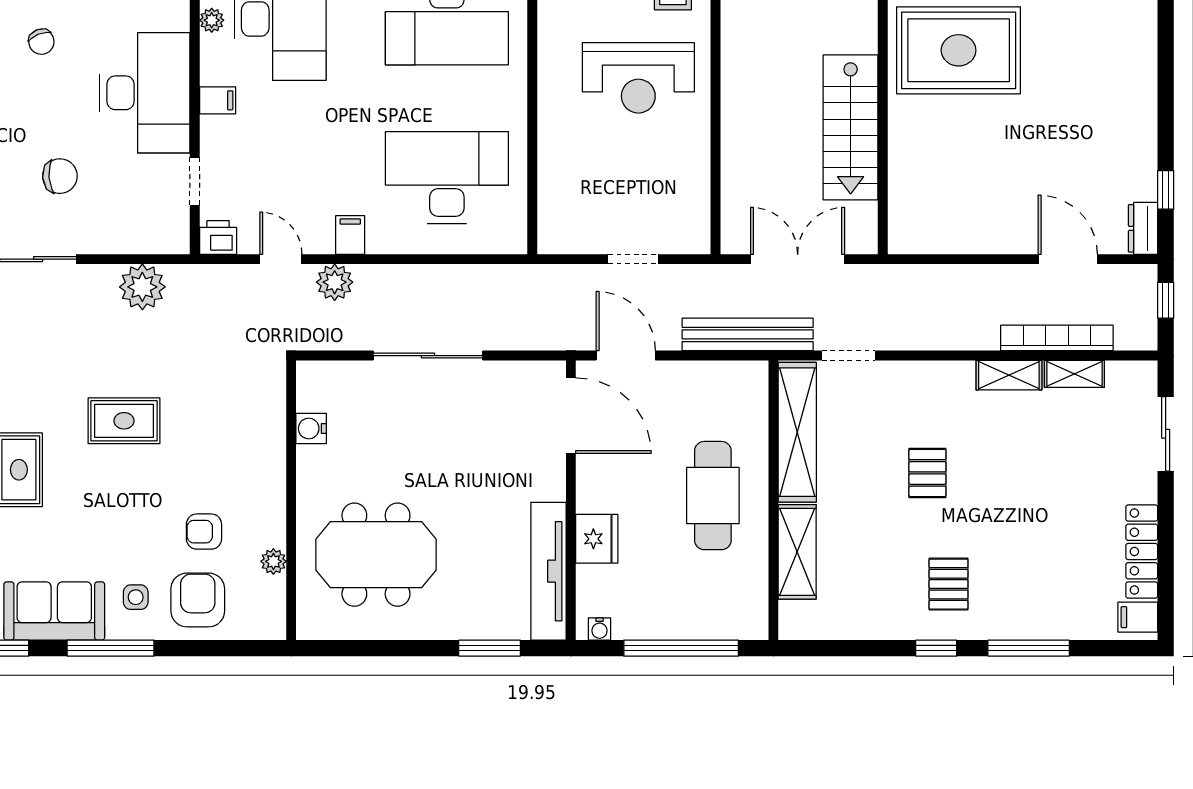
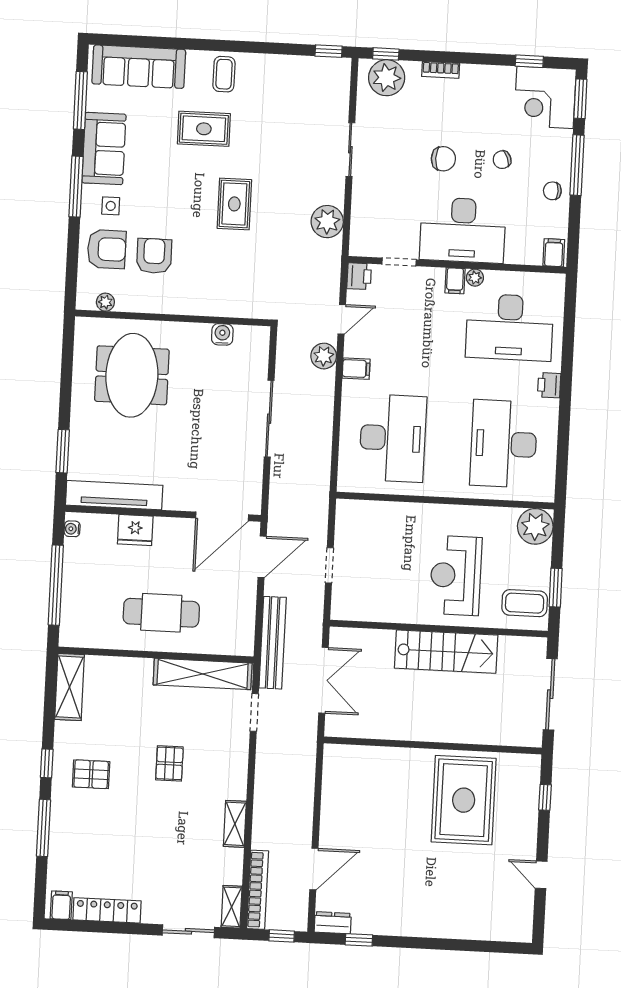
plant: (212, 20) -> (475, 278), moved
stairs: (851, 127) -> (446, 652), moved, turned 180
chair: (60, 176) -> (443, 159), moved, turned -86
bookcase: (1057, 338) -> (258, 890), moved
shelving: (1074, 374) -> (232, 907), moved
pallet: (927, 473) -> (169, 763), turned 90
armchair: (204, 532) -> (154, 256), width x1.38, depth x1.38
shelving: (797, 552) -> (70, 687), moved, turned 90
plant: (273, 561) -> (105, 302), moved

